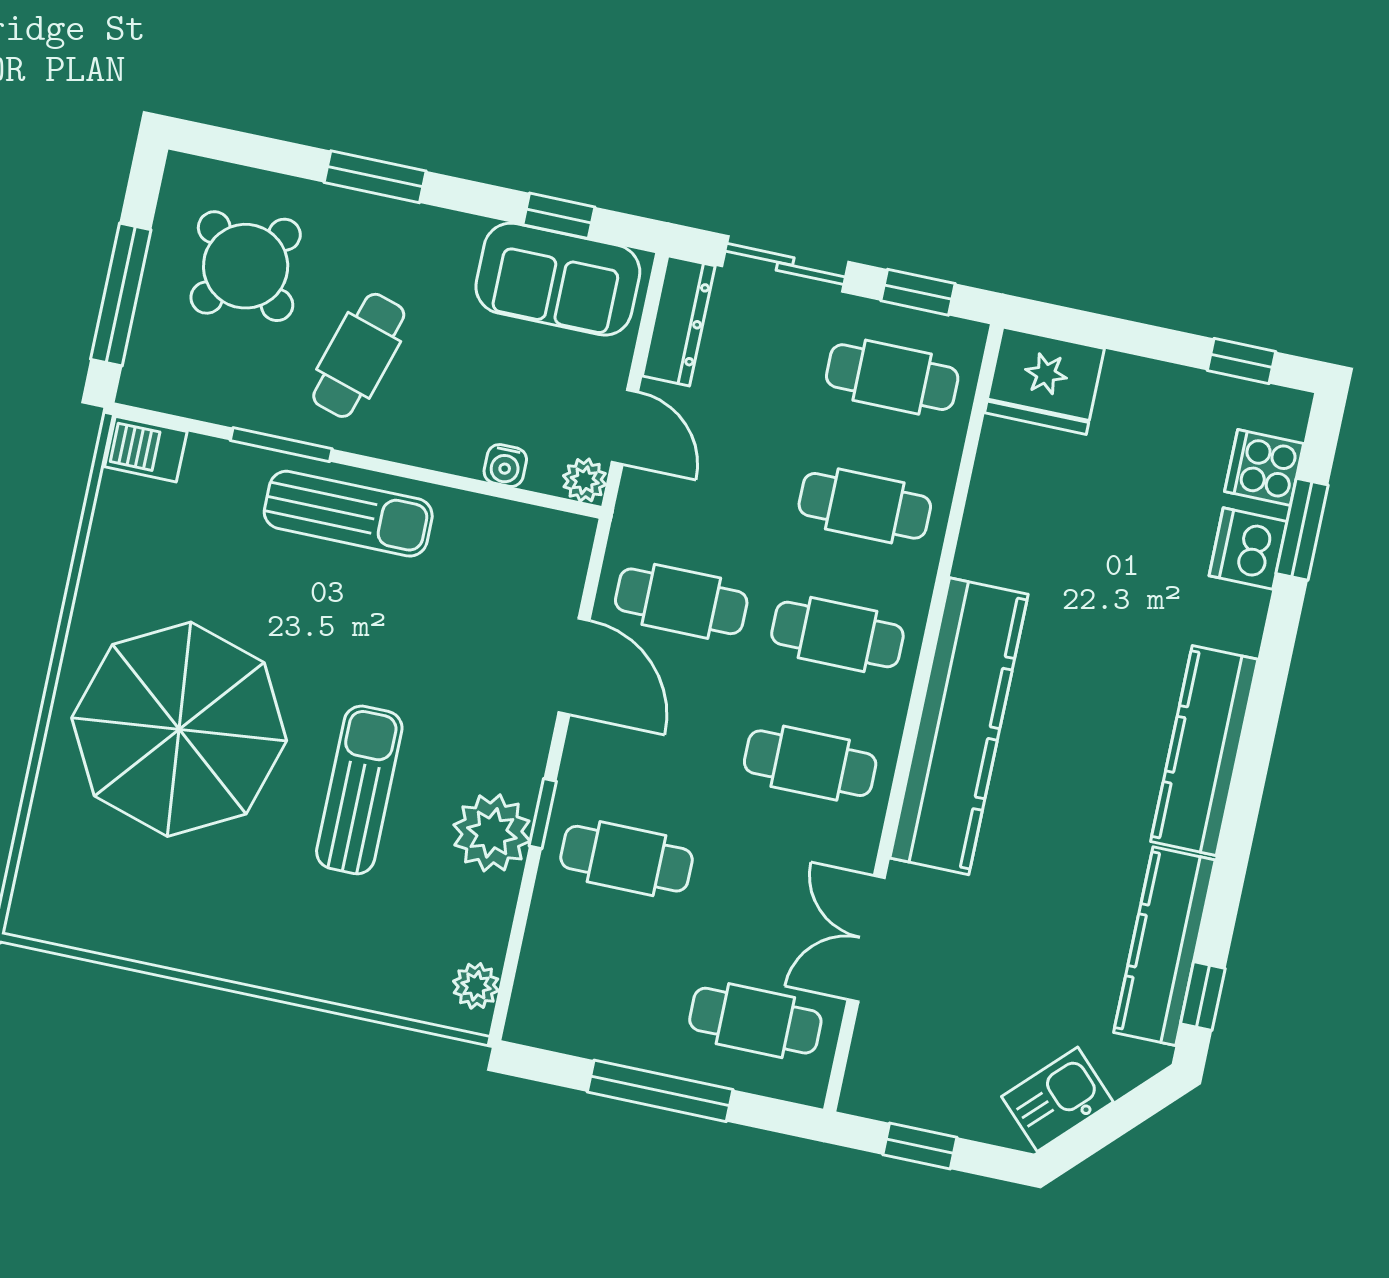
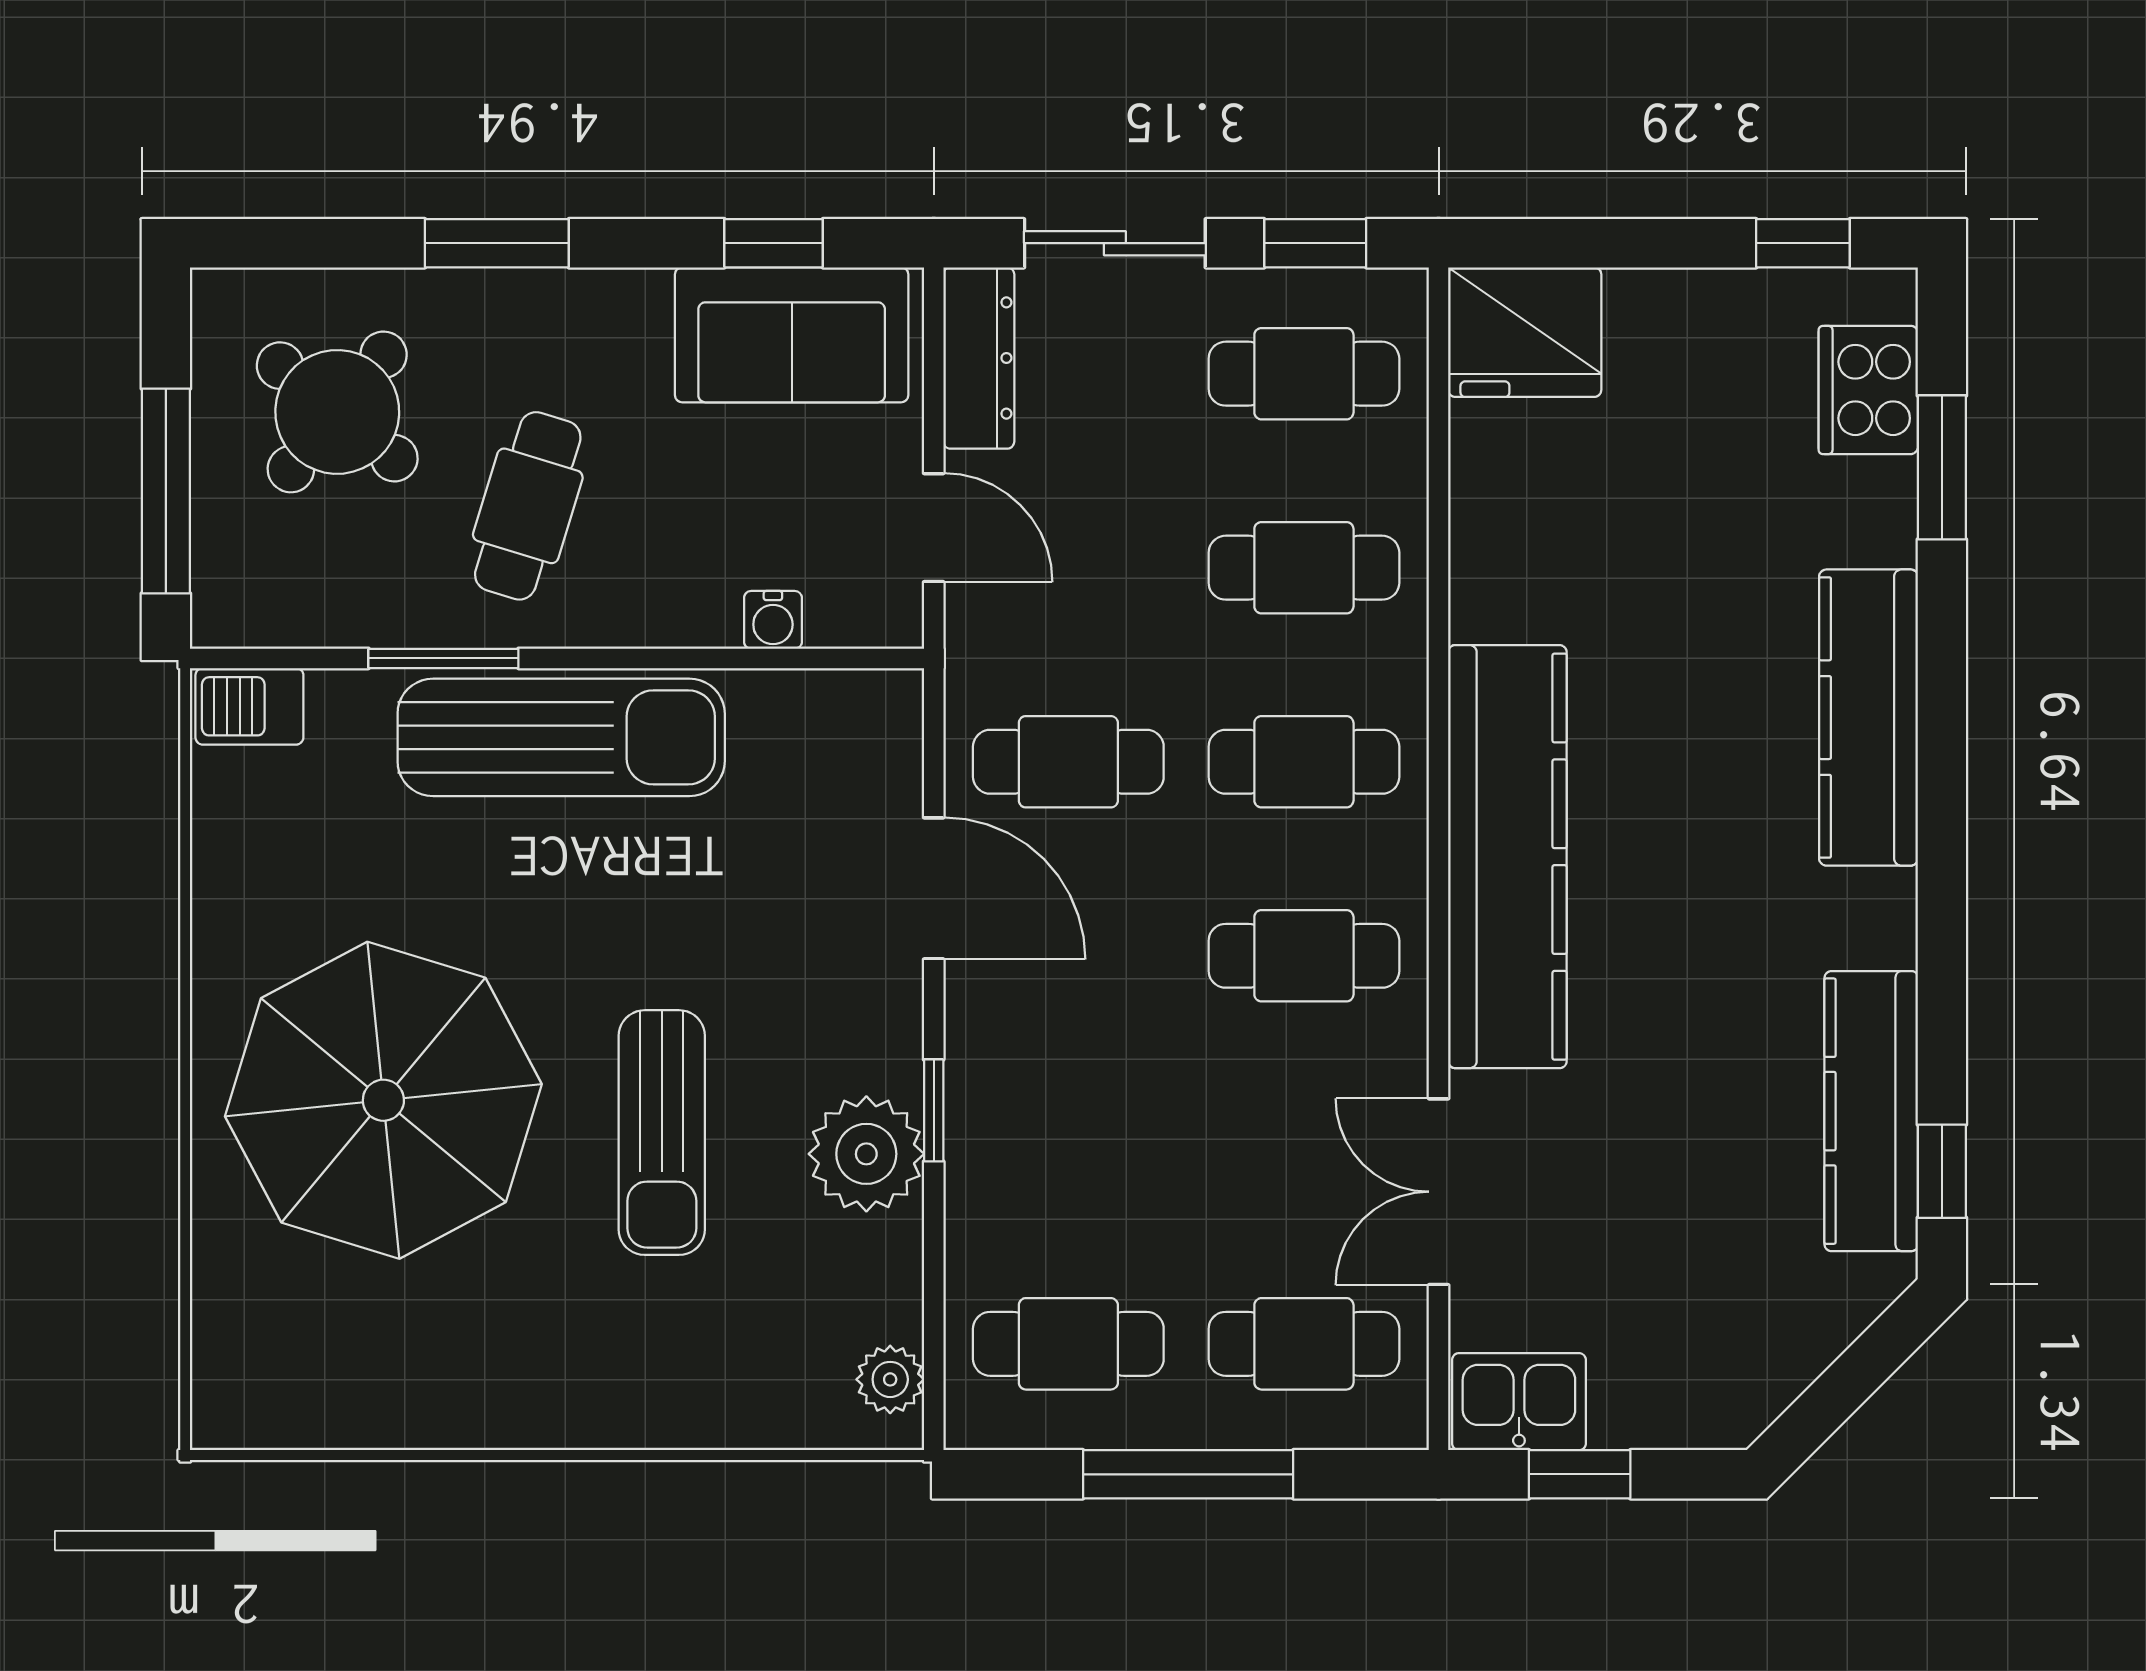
cooker: (1264, 467) -> (1868, 390), width x1.36
plant: (585, 480) -> (892, 617), removed
sun lounger: (348, 514) -> (561, 737), width x1.36, depth x1.34
dishwasher: (1248, 549) -> (1870, 512), removed
kitchen counter: (1204, 750) -> (1868, 718), moved
sun lounger: (359, 790) -> (662, 1133), turned 180
cafe table: (626, 859) -> (1068, 1344), moved
kitchen sink: (1057, 1099) -> (1519, 1402), moved, turned 45

